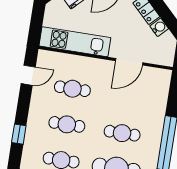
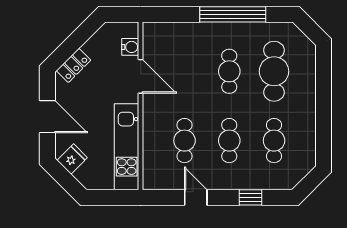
water cooler: (159, 27) -> (130, 47), moved, turned 135
door: (28, 75) -> (196, 197), moved

